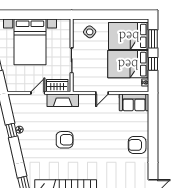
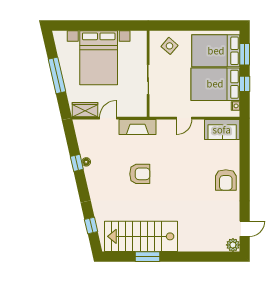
wardrobe: (57, 86) -> (85, 110), moved
armchair: (137, 145) -> (226, 180), turned -90

